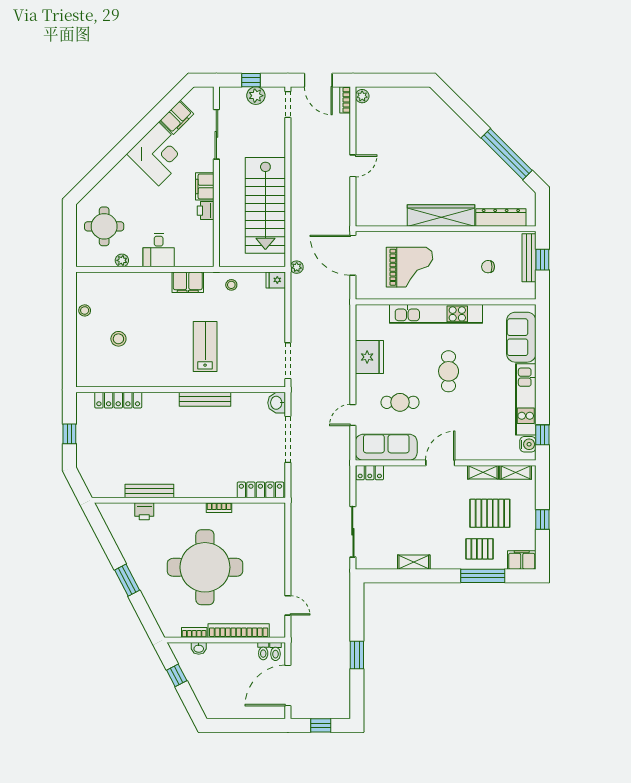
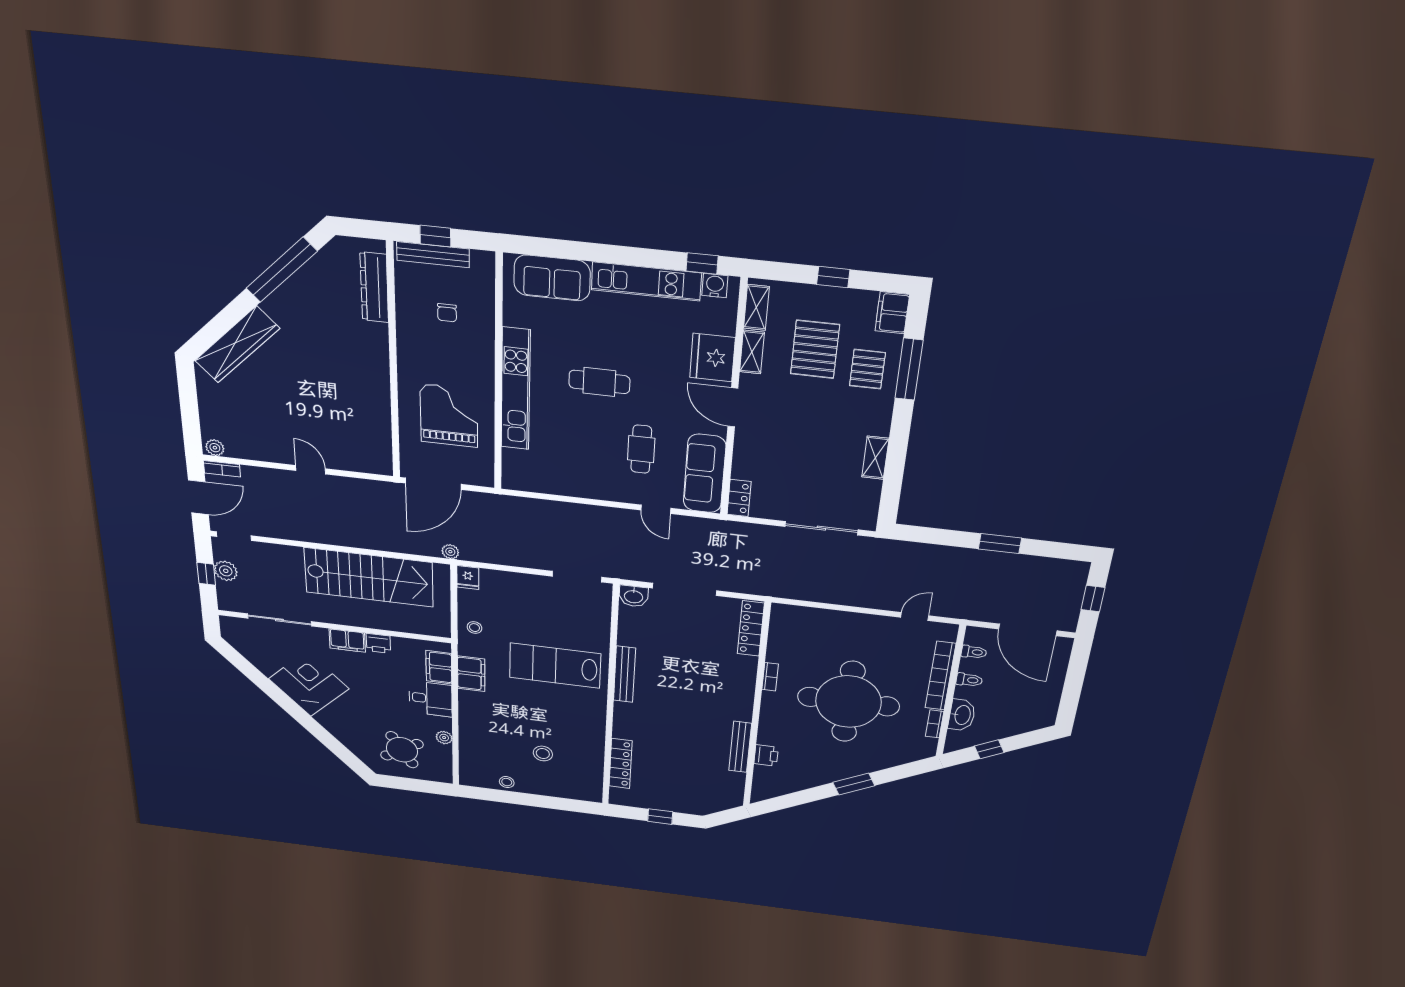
filing cabinet: (177, 117) -> (439, 667), moved, turned -135
wardrobe: (441, 215) -> (237, 345), moved, turned -135
round table: (104, 226) -> (402, 750), turned -32
lab bench: (205, 346) -> (555, 666), width x1.36, depth x1.39
fridge: (369, 357) -> (712, 358), moved, turned -90
washbasin: (199, 648) -> (962, 715), width x1.91, depth x1.45
toilet: (275, 652) -> (969, 680), moved

